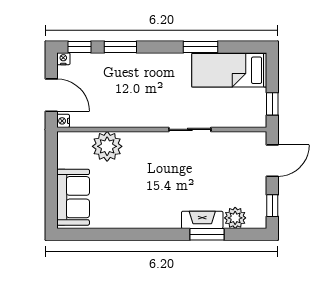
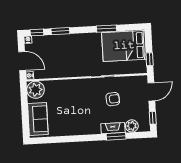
bed: (229, 70) -> (124, 46), width x1.50
plant: (107, 146) -> (36, 90), moved
armchair: (205, 170) -> (113, 99), added

